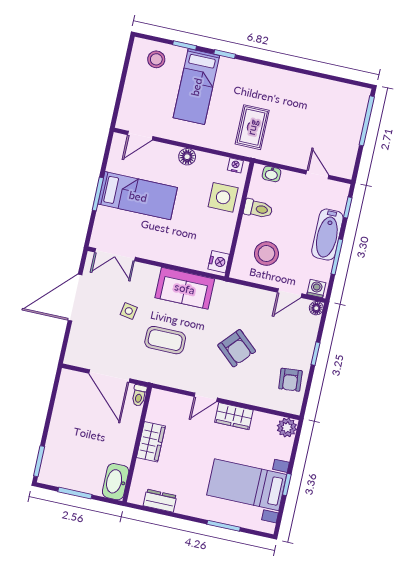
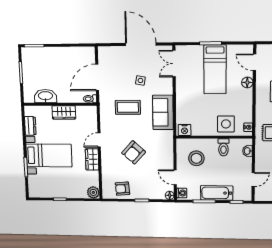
floor lamp: (187, 157) -> (247, 82), moved
coffee table: (165, 340) -> (128, 107), turned 90
door: (206, 397) -> (99, 140), hinge flipped
washbasin: (116, 482) -> (45, 96), moved
bed with nightstands: (247, 485) -> (49, 155), moved, turned 90

